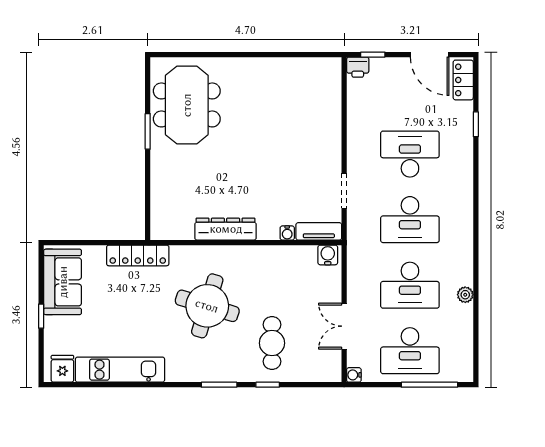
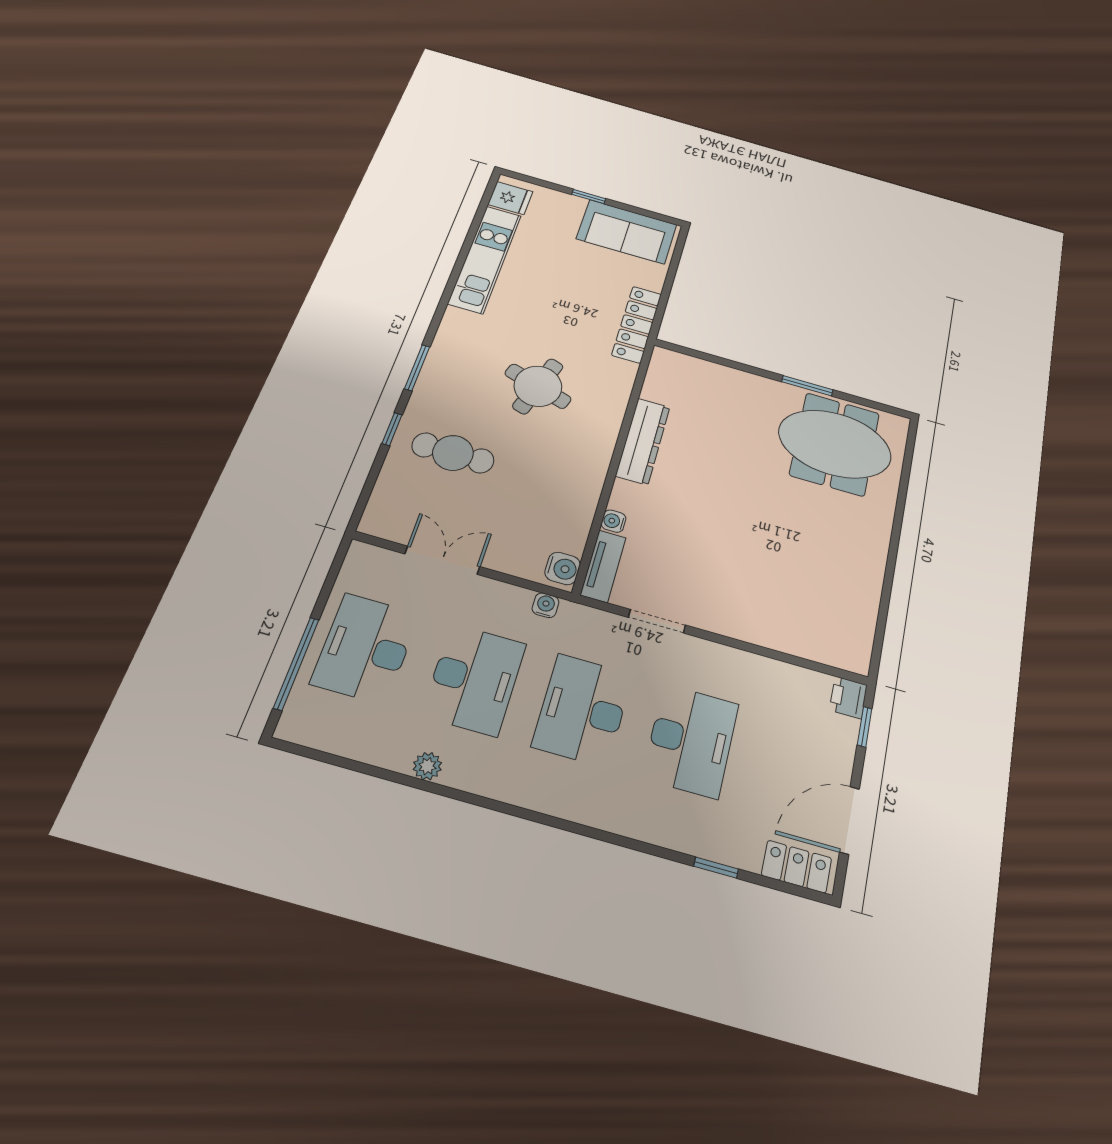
desk: (410, 285) -> (474, 679), turned 180
round table: (207, 306) -> (538, 386), width x0.73, depth x0.73
water cooler: (354, 375) -> (545, 605), moved

